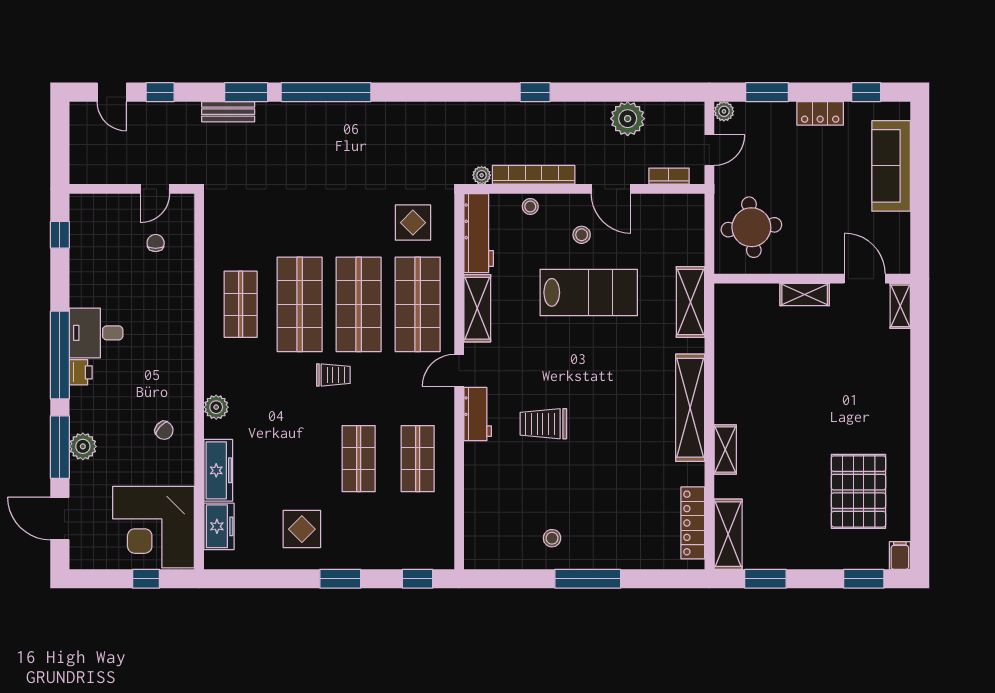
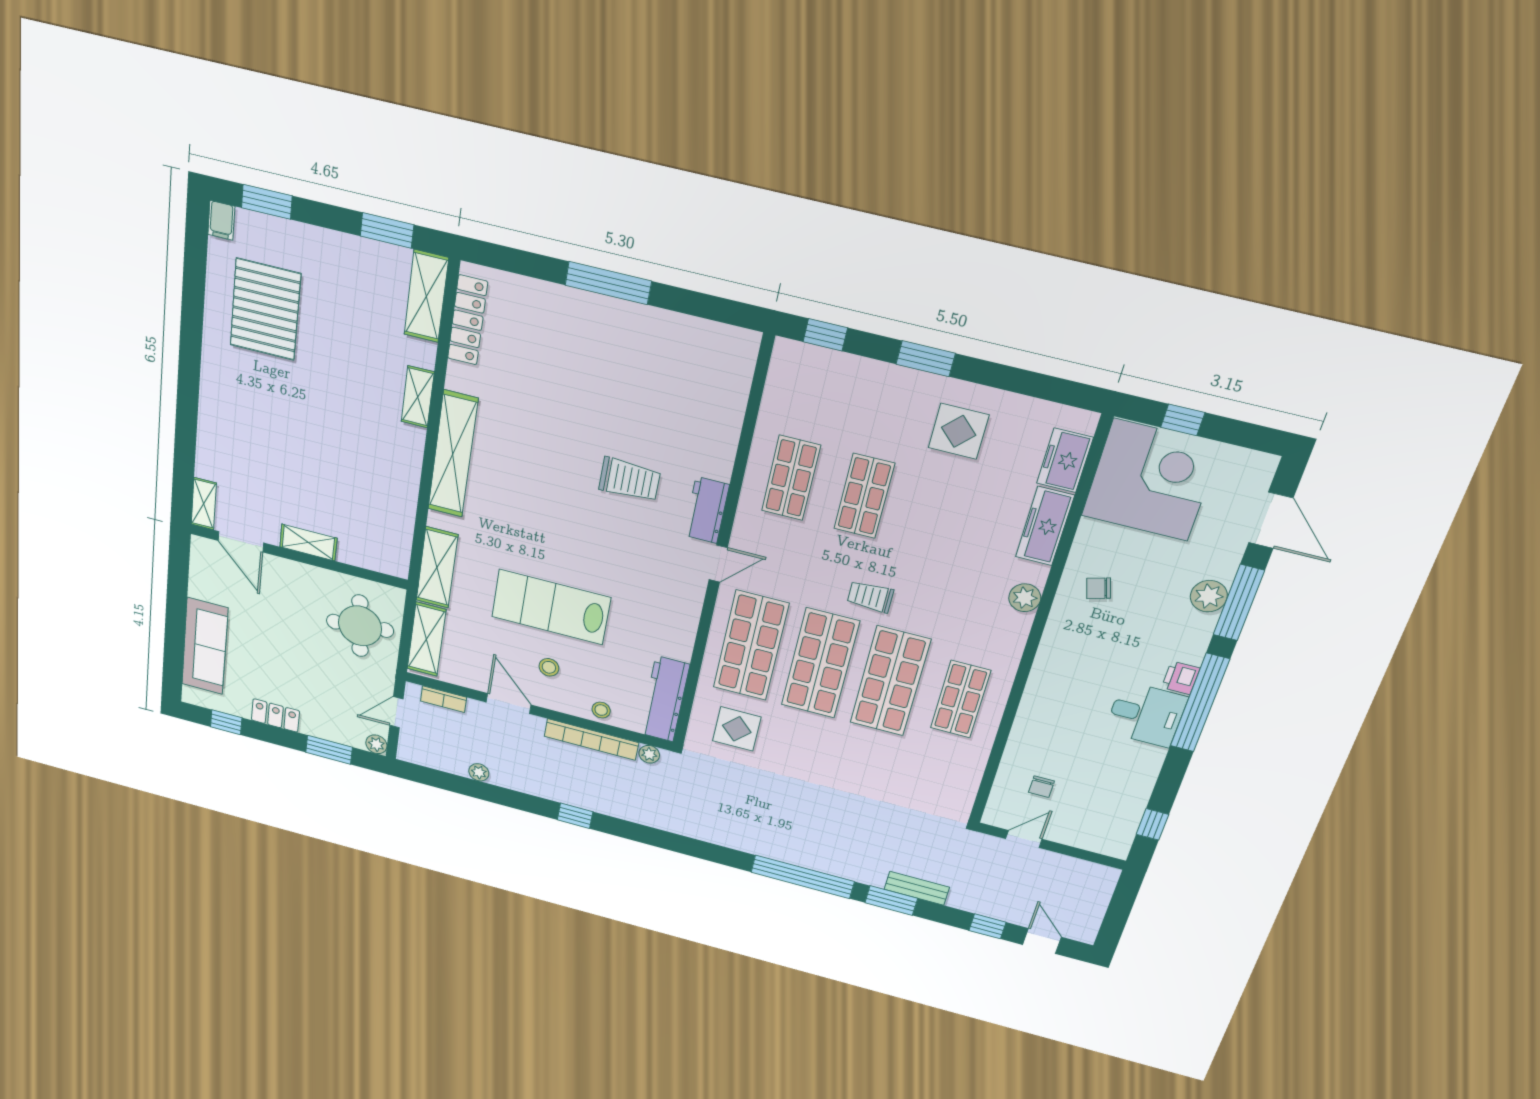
plant: (628, 119) -> (479, 772), width x0.53, depth x0.53
shelving: (477, 308) -> (426, 639), moved
chair: (164, 430) -> (1099, 588), turned -59
stool: (552, 538) -> (644, 344), removed

